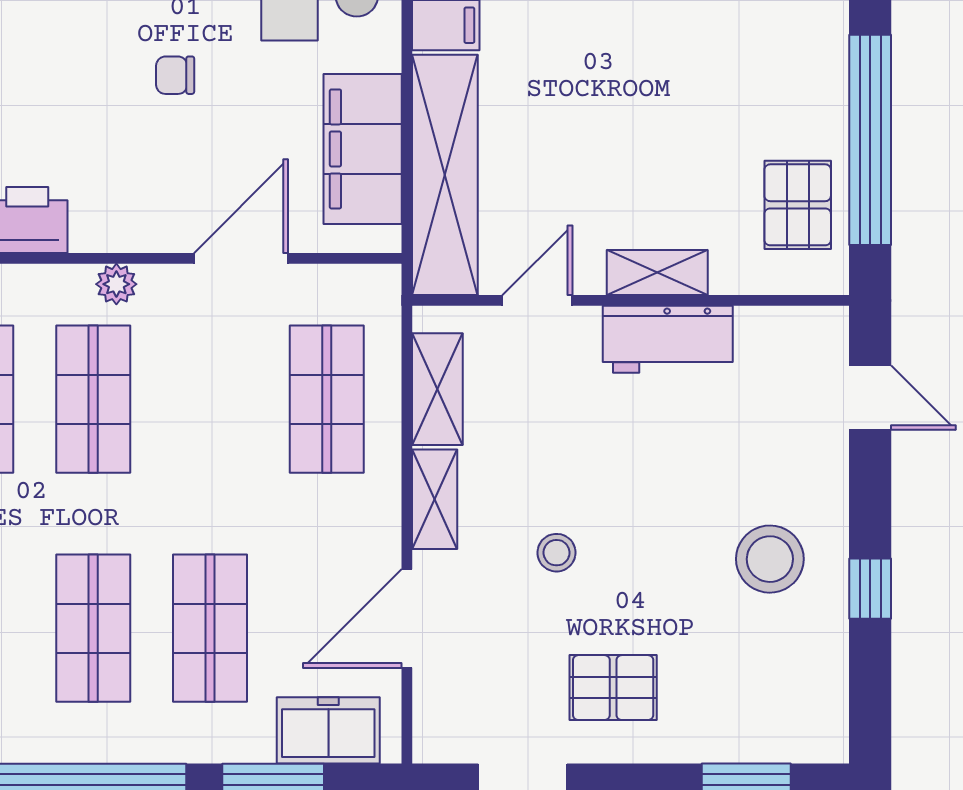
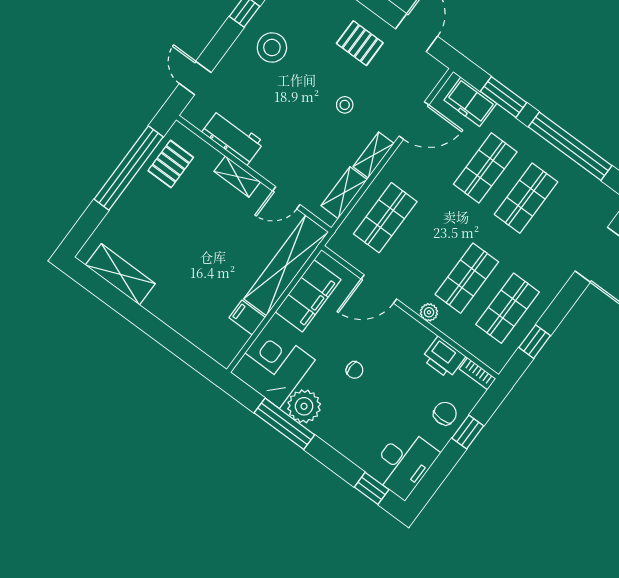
workbench: (668, 339) -> (233, 137), moved

